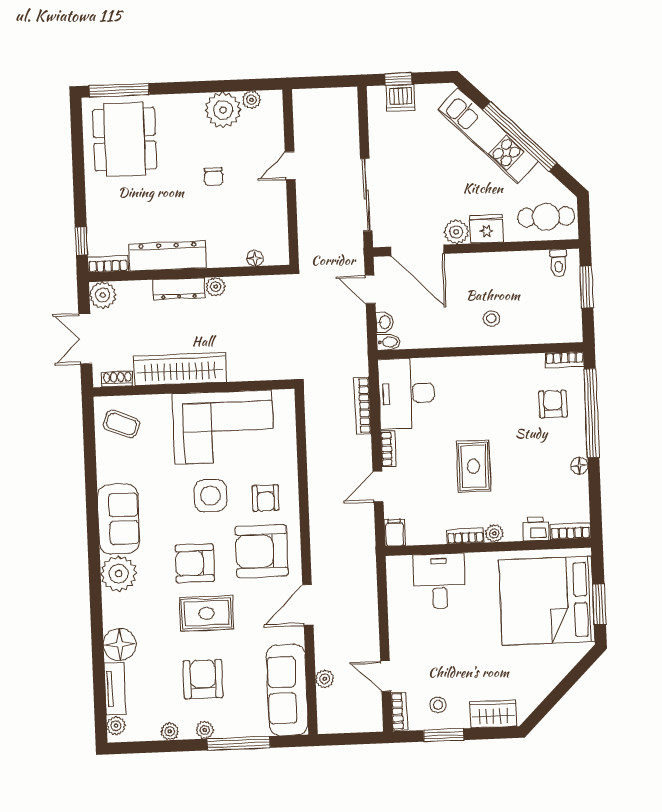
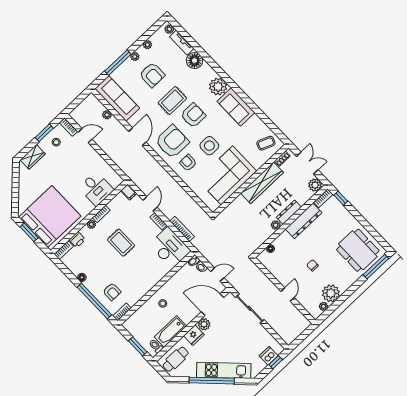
bathtub: (517, 266) -> (170, 331), added

